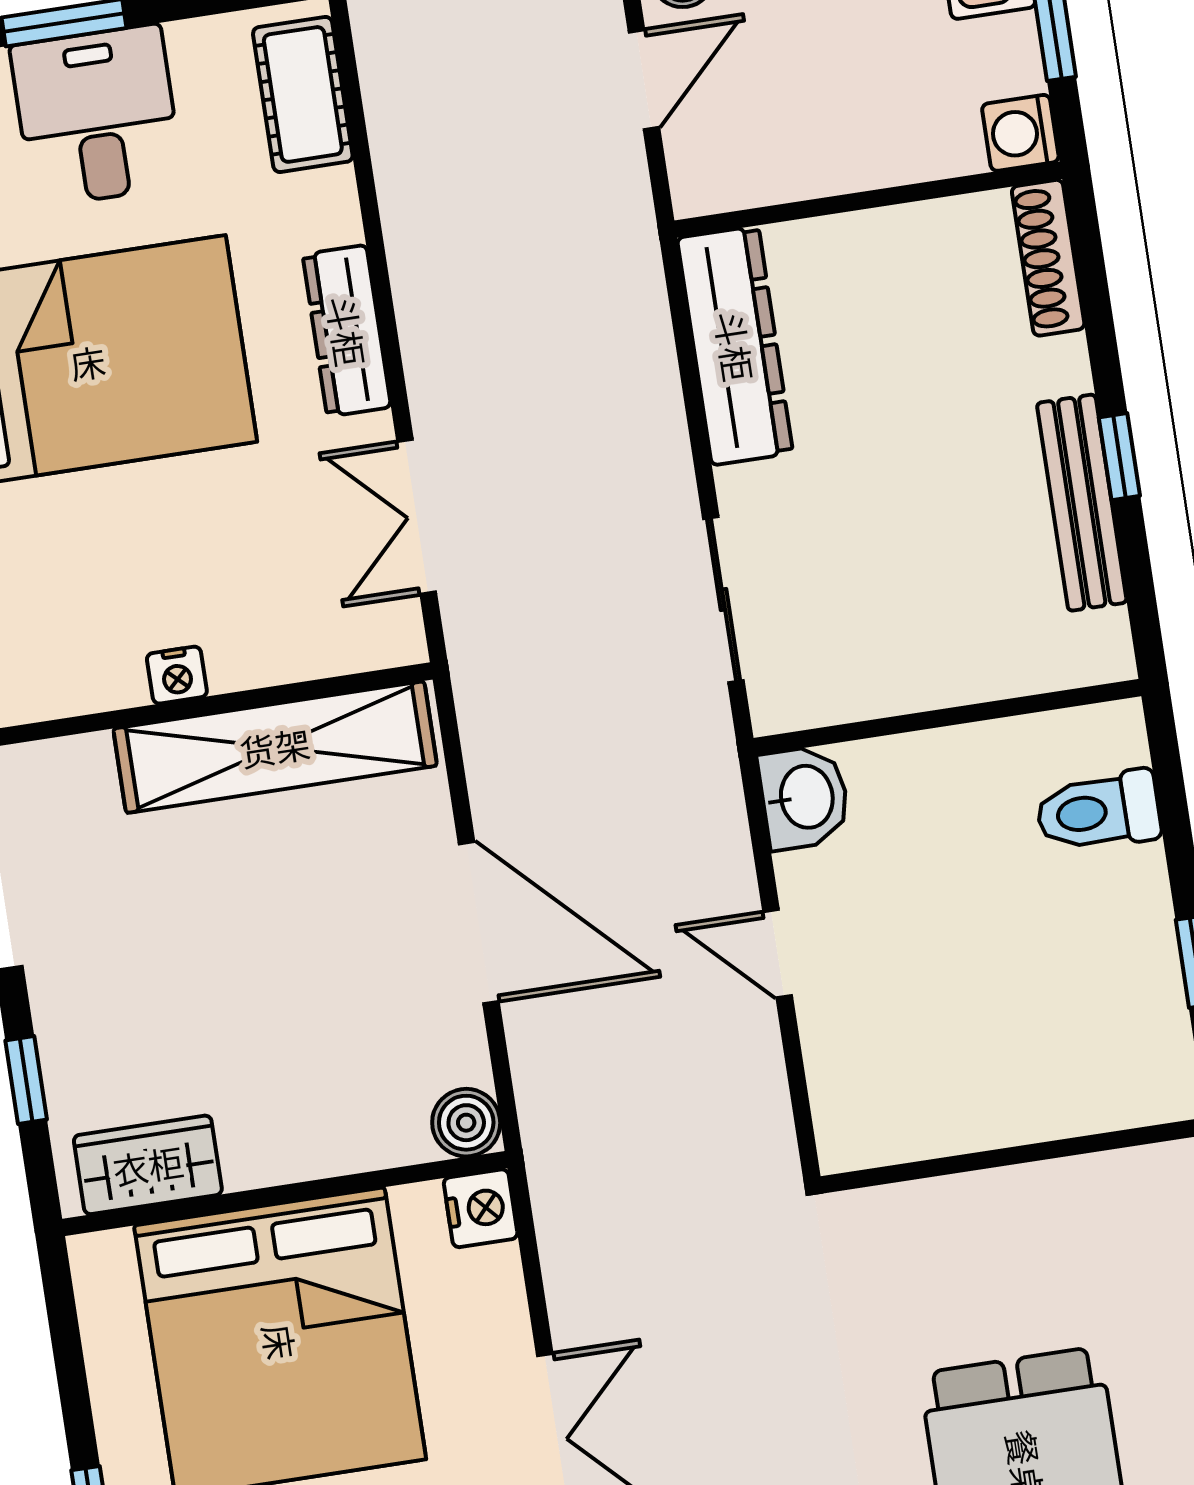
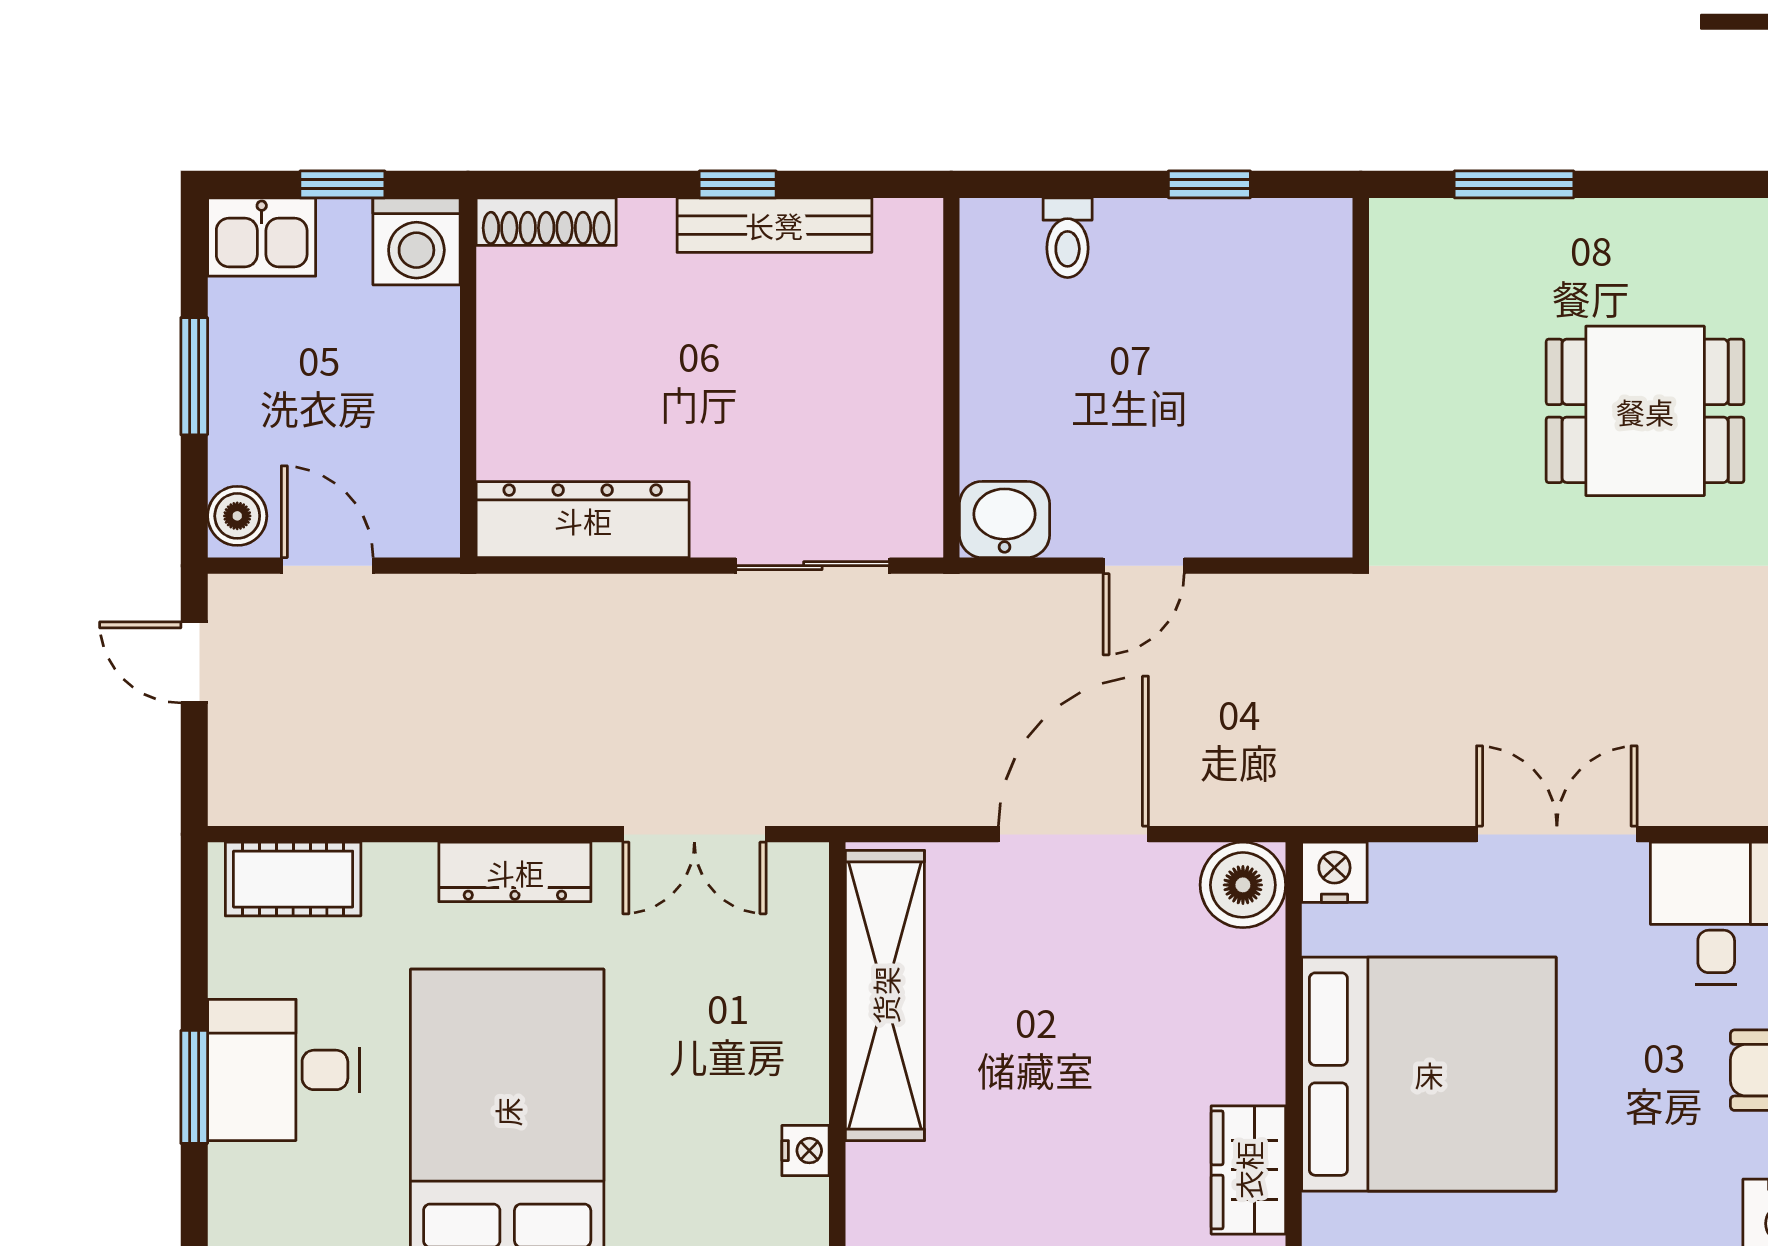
washing machine: (1020, 133) -> (416, 241), width x1.38, depth x1.38
nightstand: (177, 675) -> (805, 1151), moved
toilet: (1098, 811) -> (1068, 238), width x0.73, depth x0.72
boiler: (466, 1123) -> (1243, 885), width x1.36, depth x1.36

